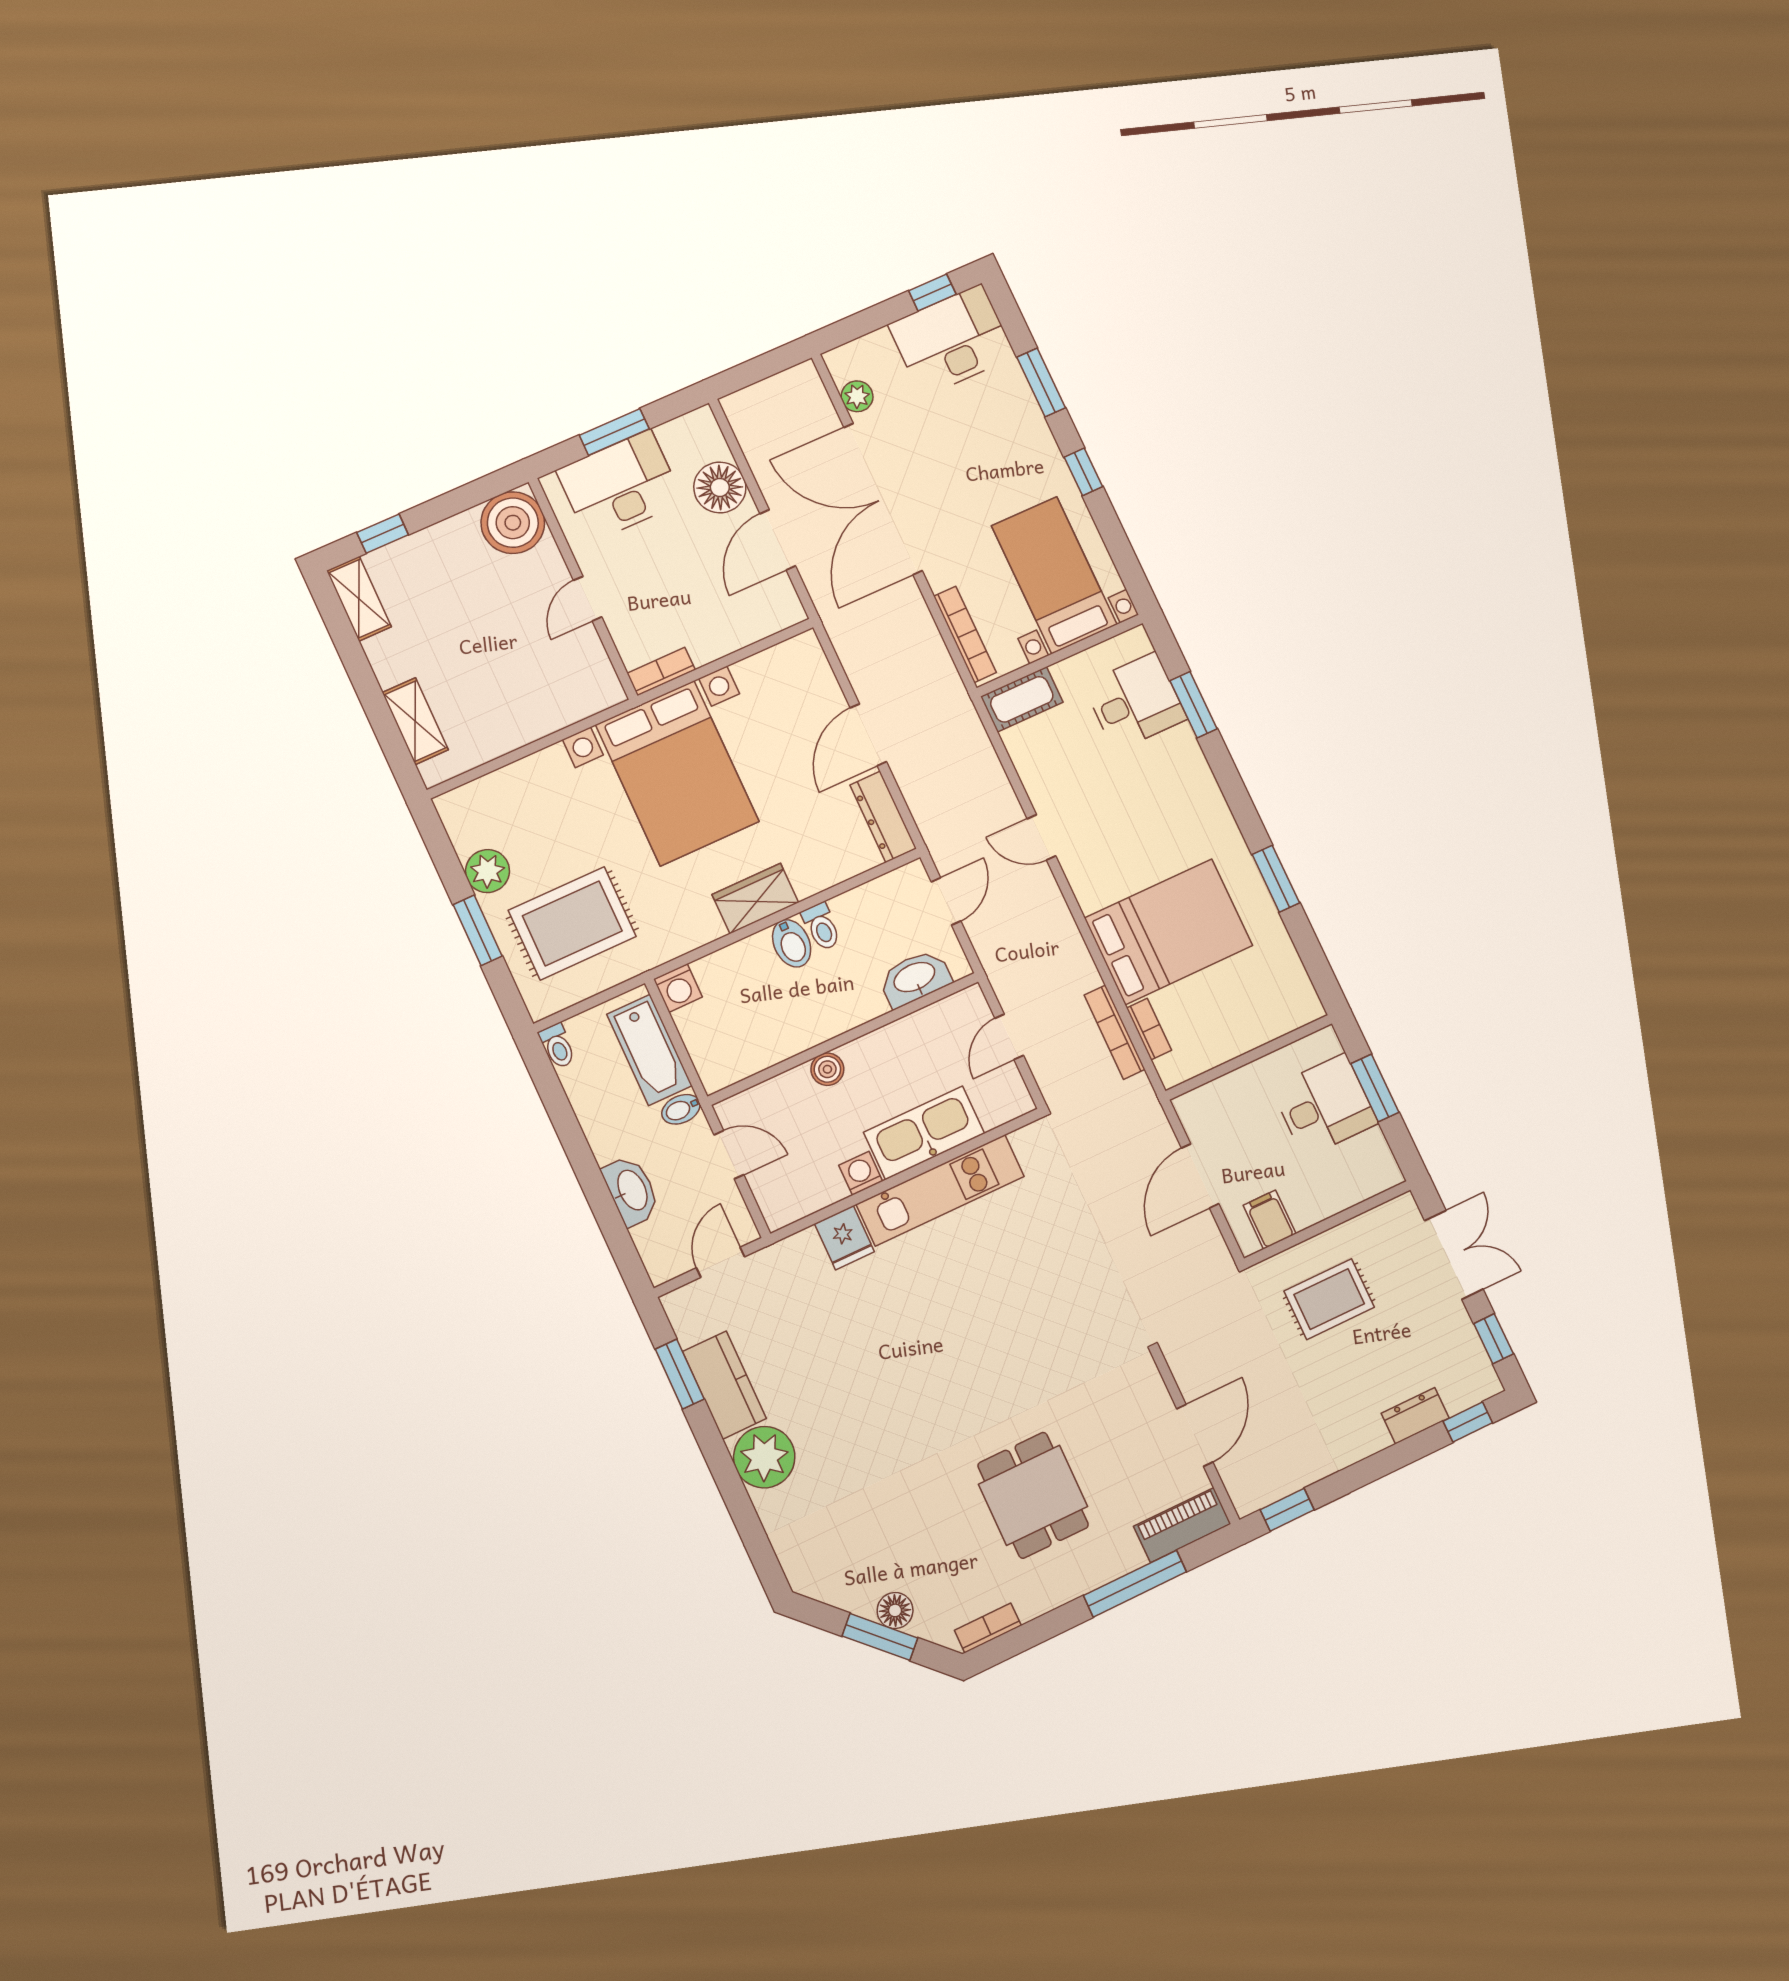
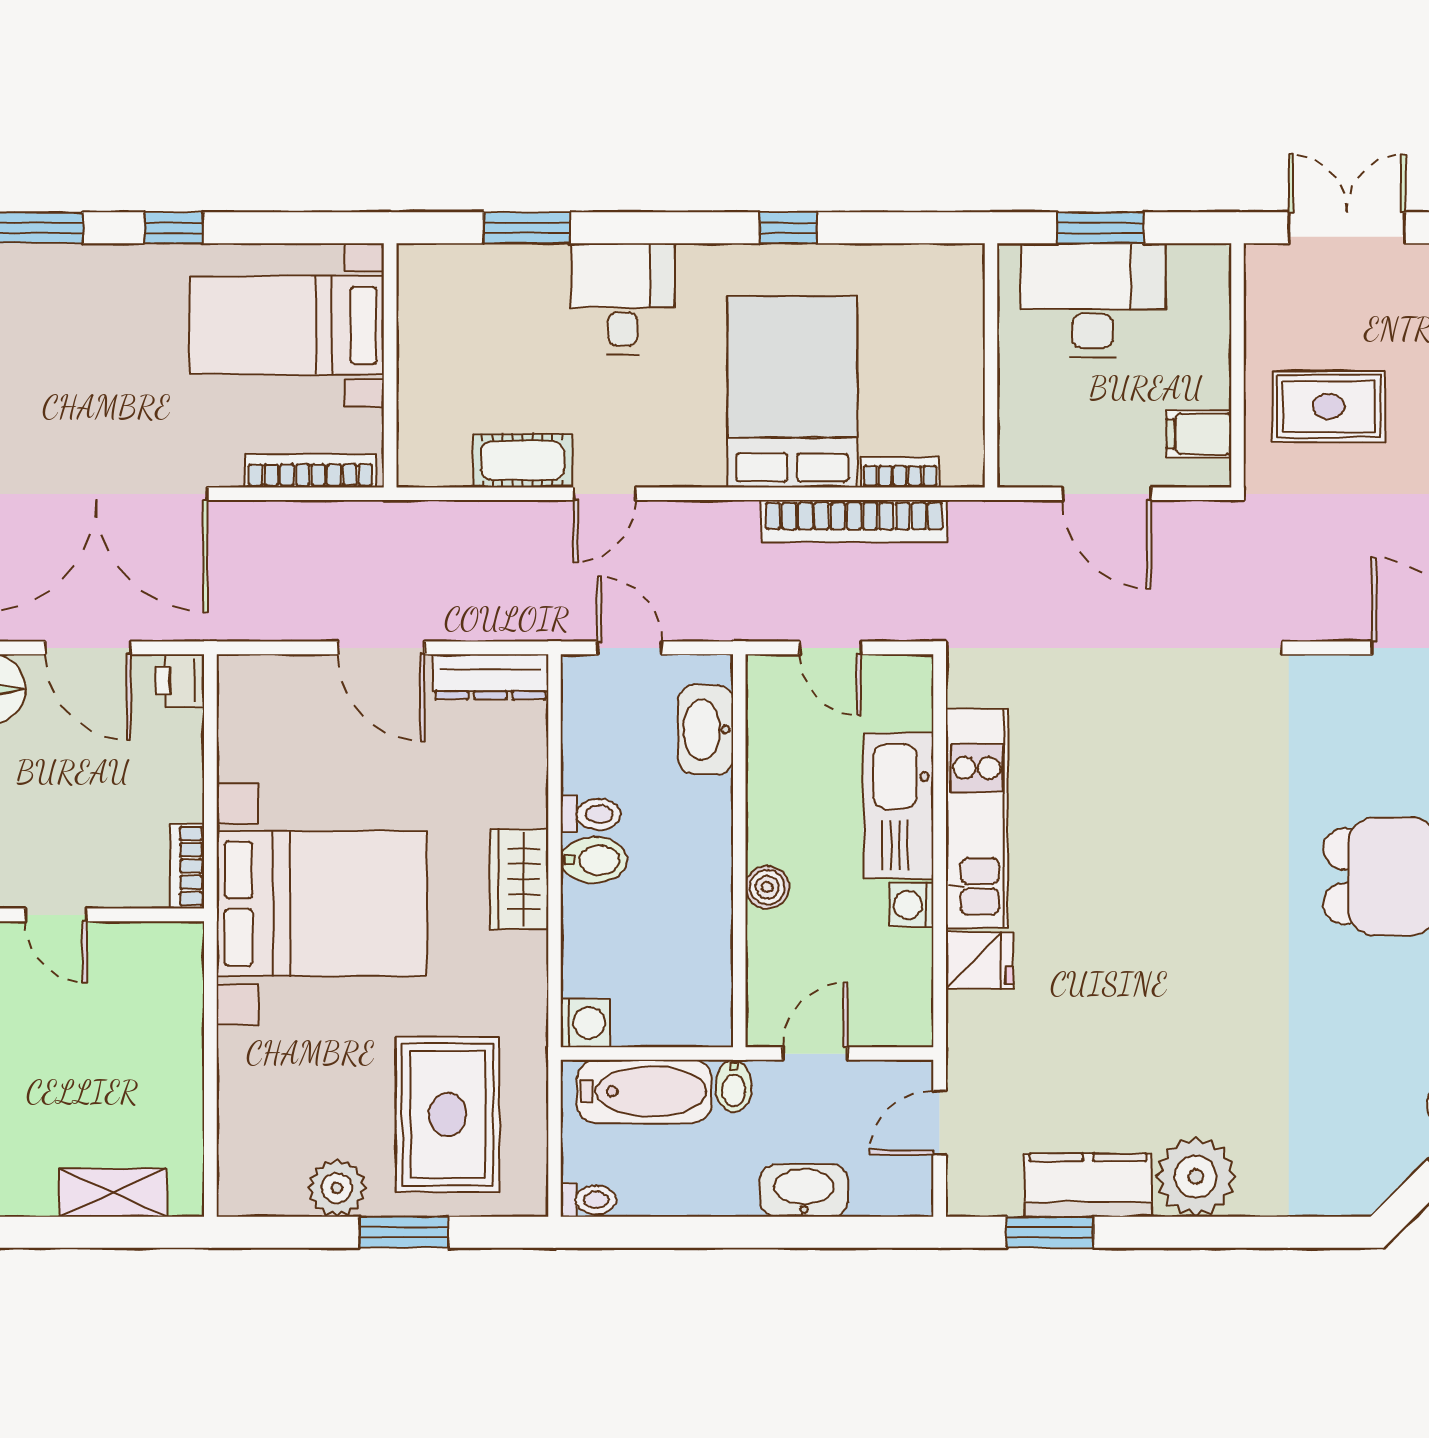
printer: (784, 611) -> (180, 681), added
cot: (1022, 699) -> (522, 461), moved, turned 90
desk: (1135, 702) -> (623, 299), moved
window: (1276, 879) -> (788, 228), width x0.67
bookcase: (1115, 1032) -> (854, 521), width x1.48, depth x1.31
desk: (1325, 1106) -> (1093, 300), width x1.37
door: (721, 1262) -> (940, 1123), hinge flipped
rug: (1329, 1299) -> (1329, 407), turned 90

